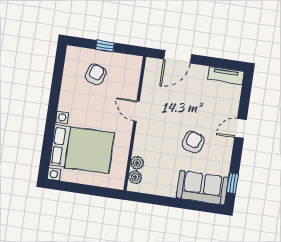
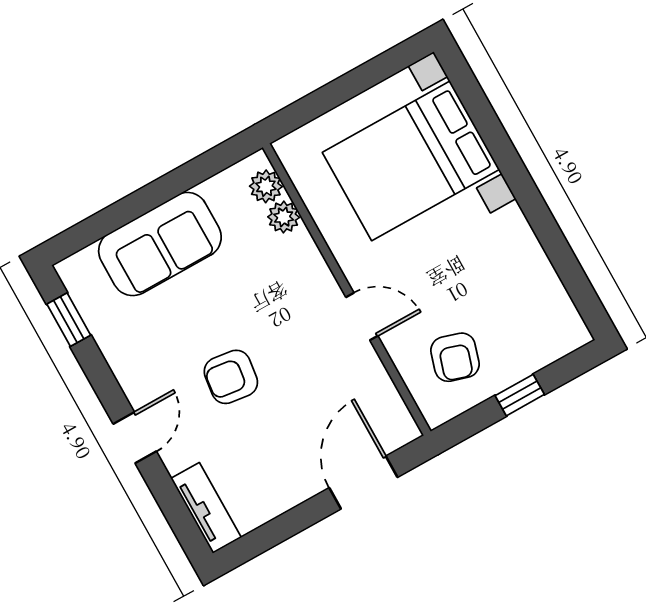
armchair: (96, 74) -> (455, 357), moved
tv unit: (226, 75) -> (206, 508), moved, turned 90
armchair: (193, 142) -> (231, 377), moved, turned 82
sofa: (202, 188) -> (160, 244), moved

